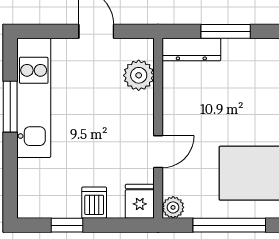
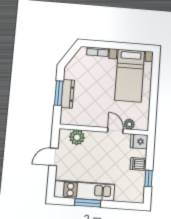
dresser: (191, 49) -> (68, 94), moved
plant: (173, 207) -> (129, 124), moved
window: (229, 225) -> (154, 99), removed

